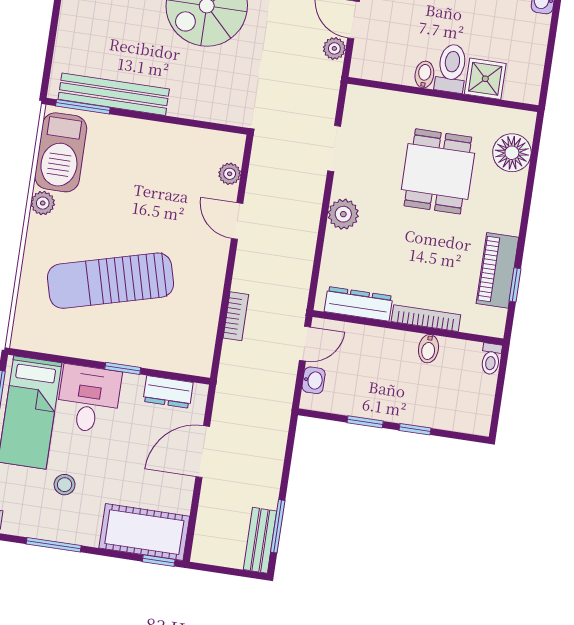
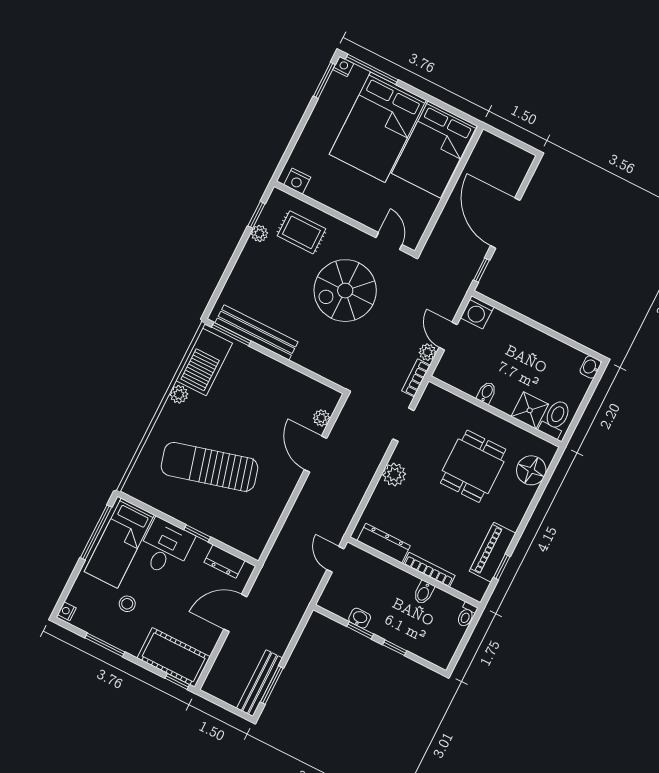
toilet: (451, 68) -> (555, 419), moved
door: (237, 221) -> (316, 454), width x1.38
bookcase: (236, 316) -> (416, 378), moved, turned 180
door: (305, 344) -> (335, 559), swing flipped
washbasin: (314, 380) -> (360, 618), moved, turned -90
bench: (260, 540) -> (260, 683), width x1.36

